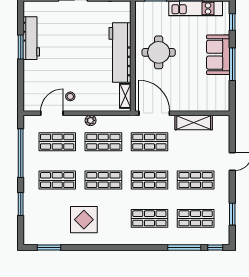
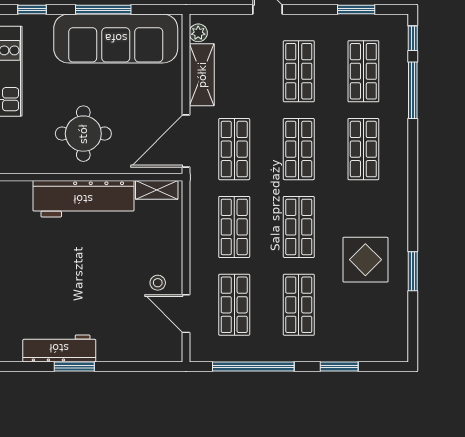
sofa: (218, 55) -> (116, 38), width x1.85, depth x1.27
plant: (91, 120) -> (198, 33), moved
window: (49, 248) -> (413, 271), moved

